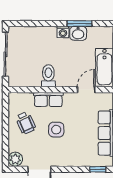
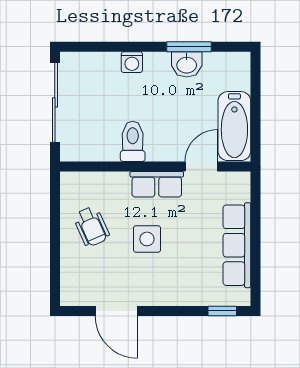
washing machine: (63, 32) -> (132, 62), moved
row of seats: (48, 99) -> (157, 184), moved
plant: (15, 159) -> (73, 293), removed

